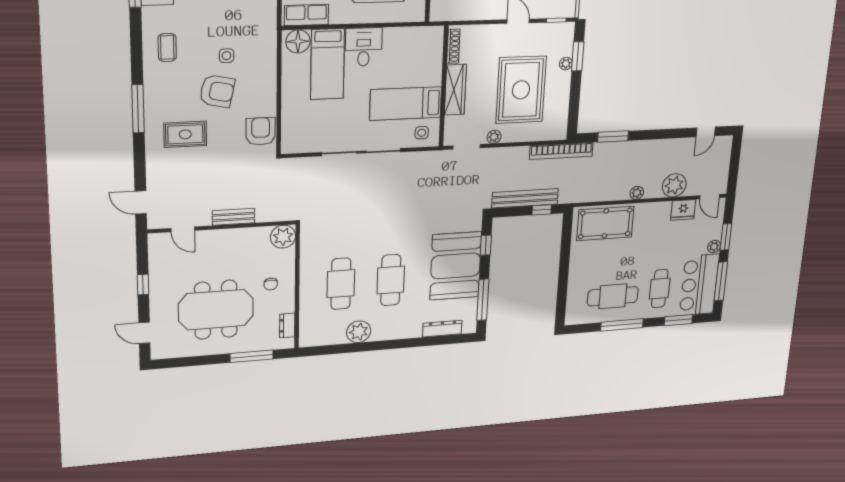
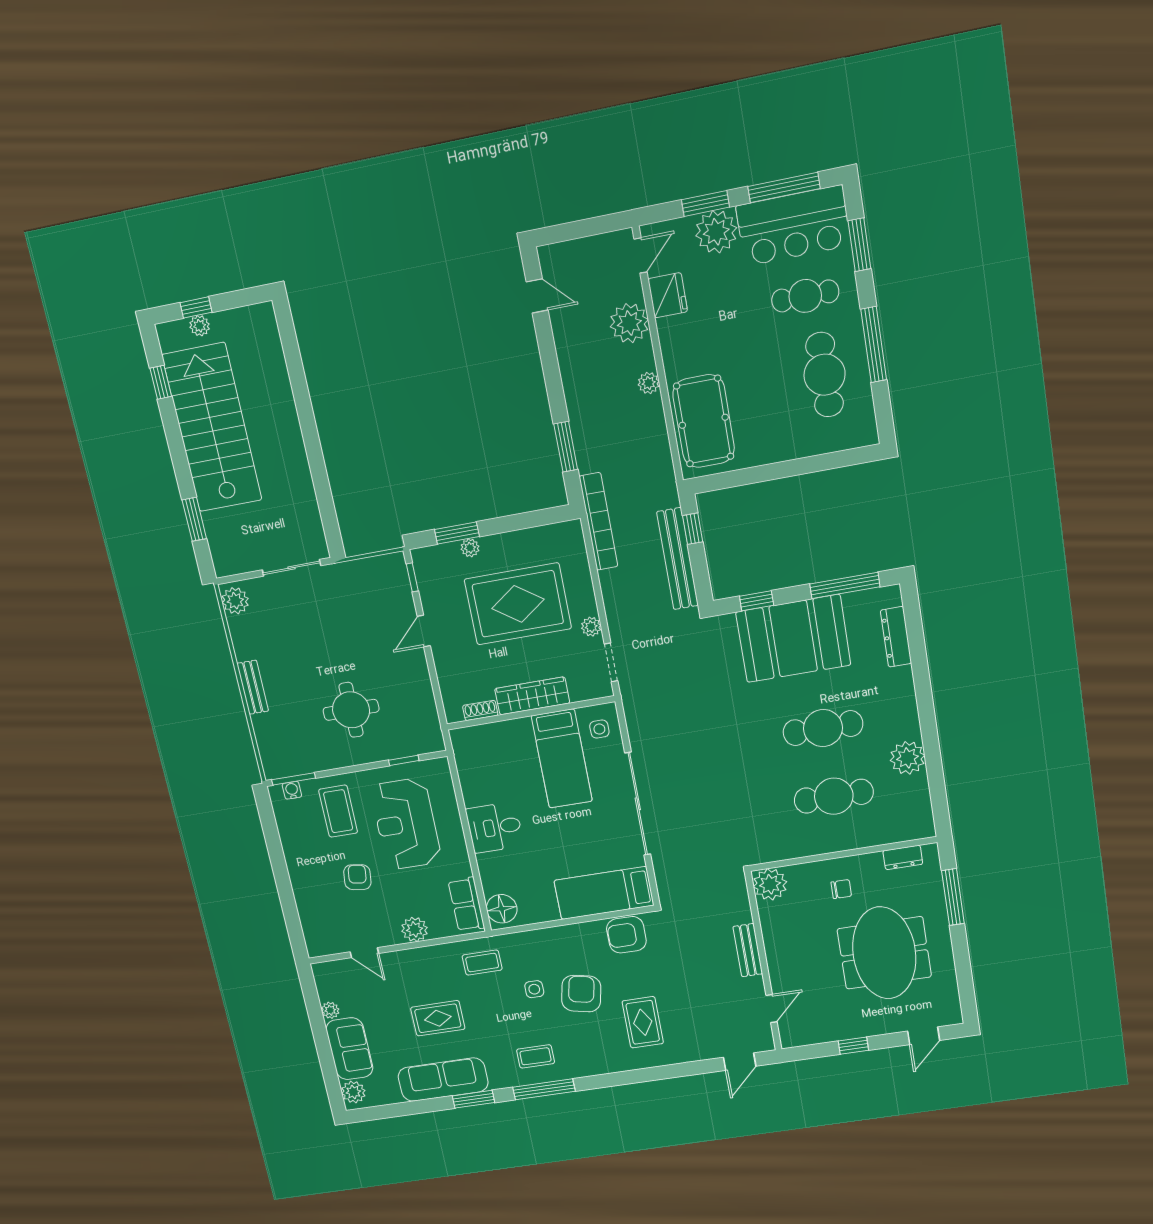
coffee table: (256, 19) -> (482, 963), added
shoe rack: (453, 46) -> (480, 710), width x0.70
bed: (328, 64) -> (604, 893), moved, turned 180
window: (138, 109) -> (544, 1089), moved
plant: (714, 247) -> (716, 232), width x1.88, depth x1.88

